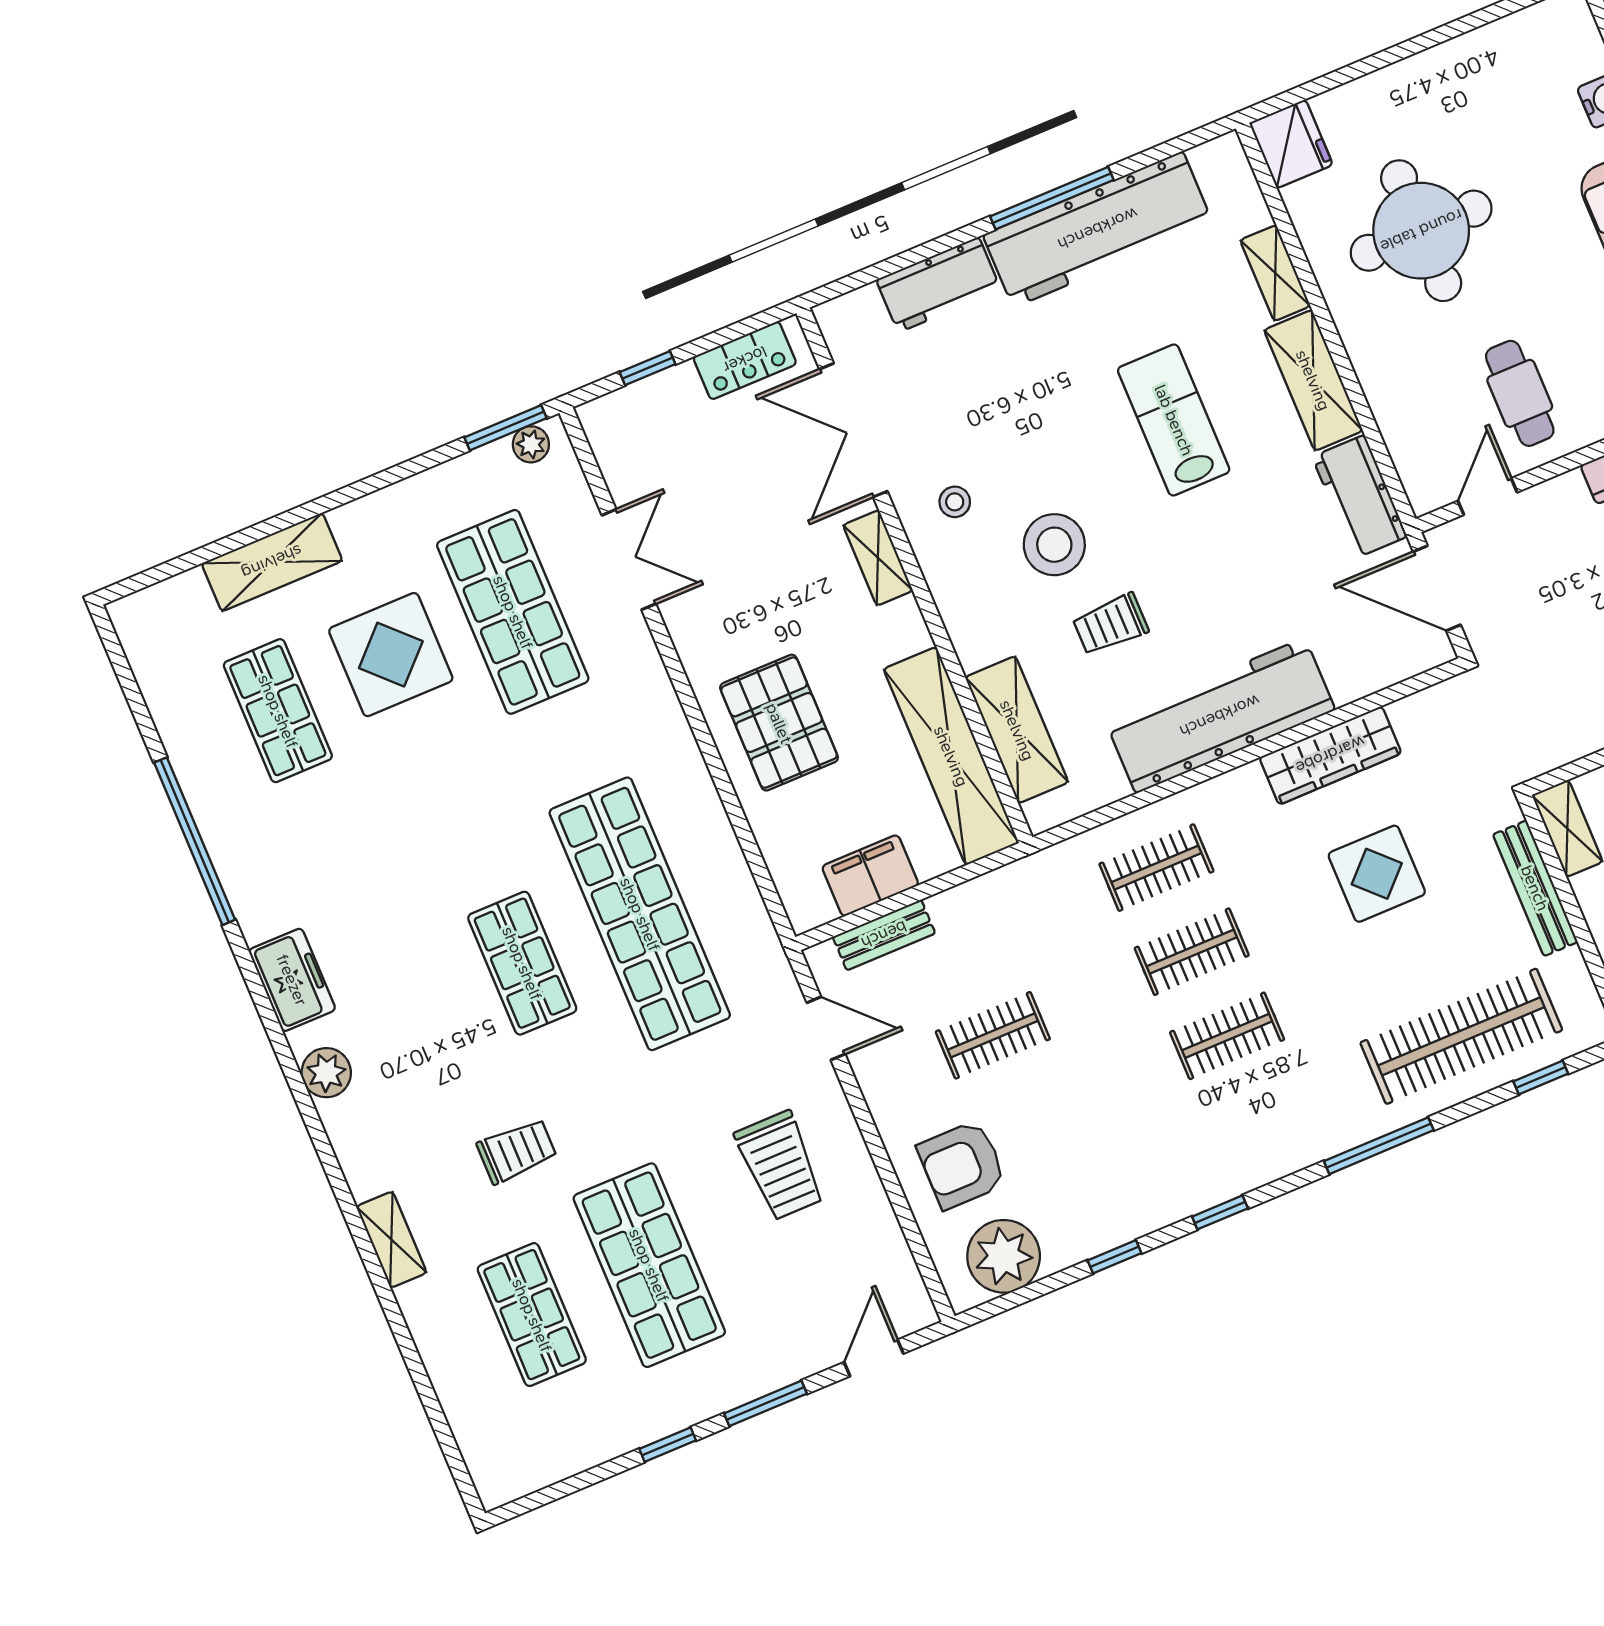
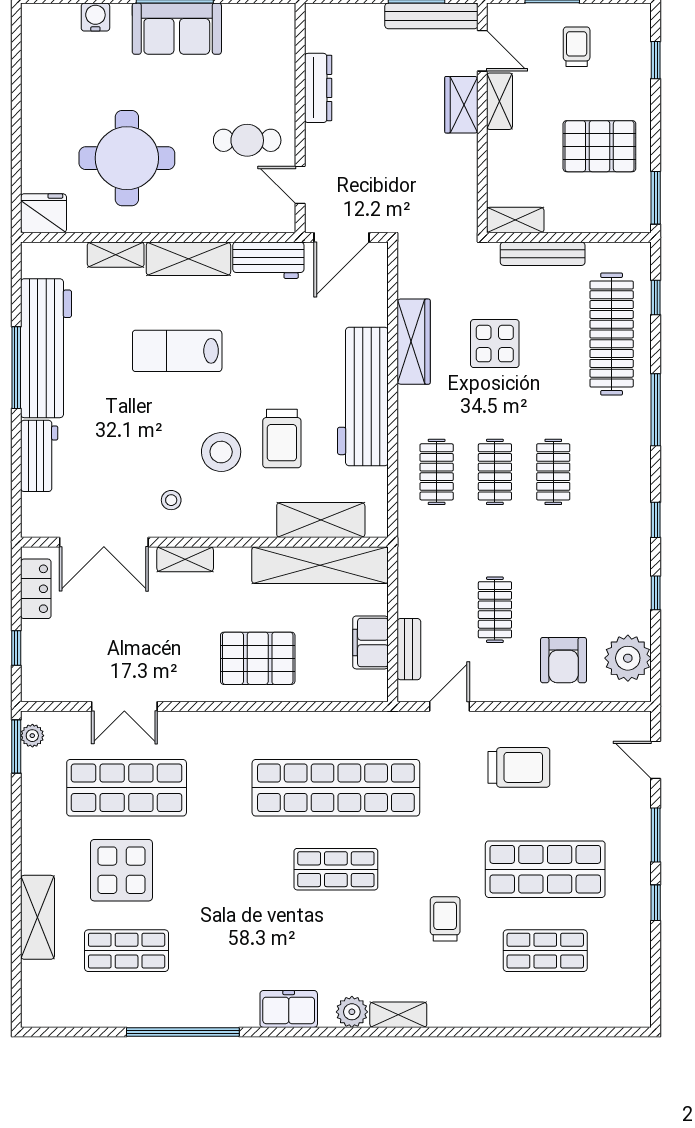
double door: (629, 559) -> (124, 706), swing flipped
trolley: (1111, 624) -> (282, 439), width x1.36, depth x1.39
shelving: (391, 1240) -> (398, 1015), moved

